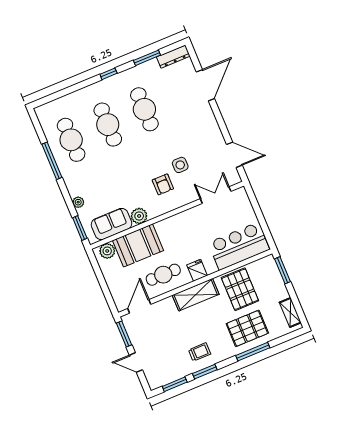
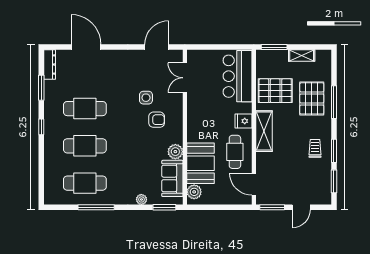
shelving: (290, 313) -> (302, 56), moved

